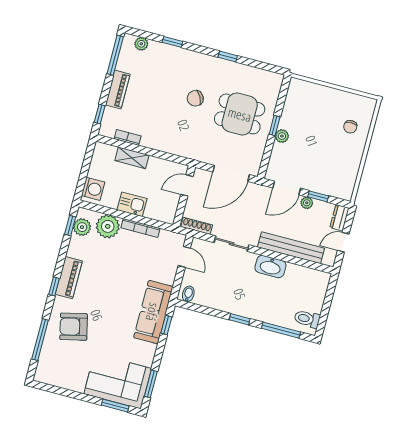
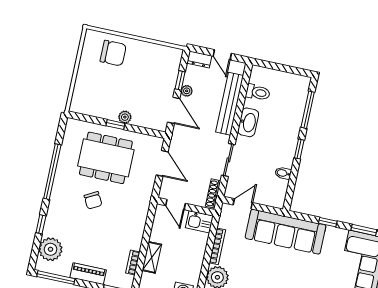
plant: (141, 44) -> (51, 249), width x1.87, depth x1.87
window: (228, 57) -> (52, 172), width x3.17
dining table: (240, 114) -> (106, 158), width x1.38
chair: (350, 127) -> (113, 53), width x1.87, depth x1.87
door: (231, 173) -> (162, 163), width x0.73
kitchen sink: (132, 204) -> (199, 222), moved, turned -90
bidet: (188, 294) -> (283, 173), moved
sofa: (153, 312) -> (286, 232), width x1.36, depth x1.27
toilet: (307, 319) -> (258, 92), moved, turned -90
window: (166, 325) -> (328, 222), moved

